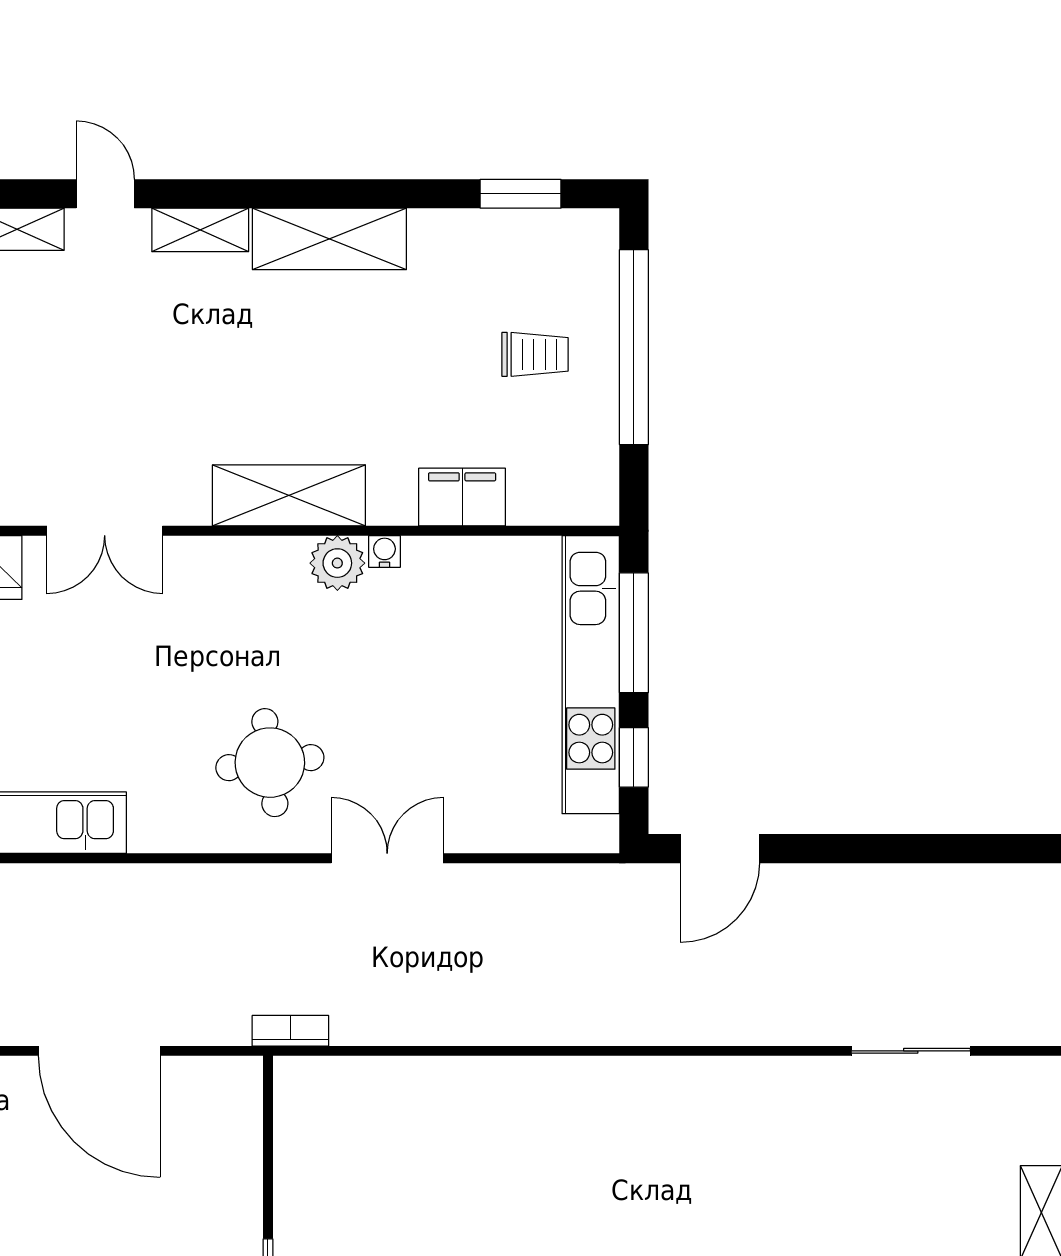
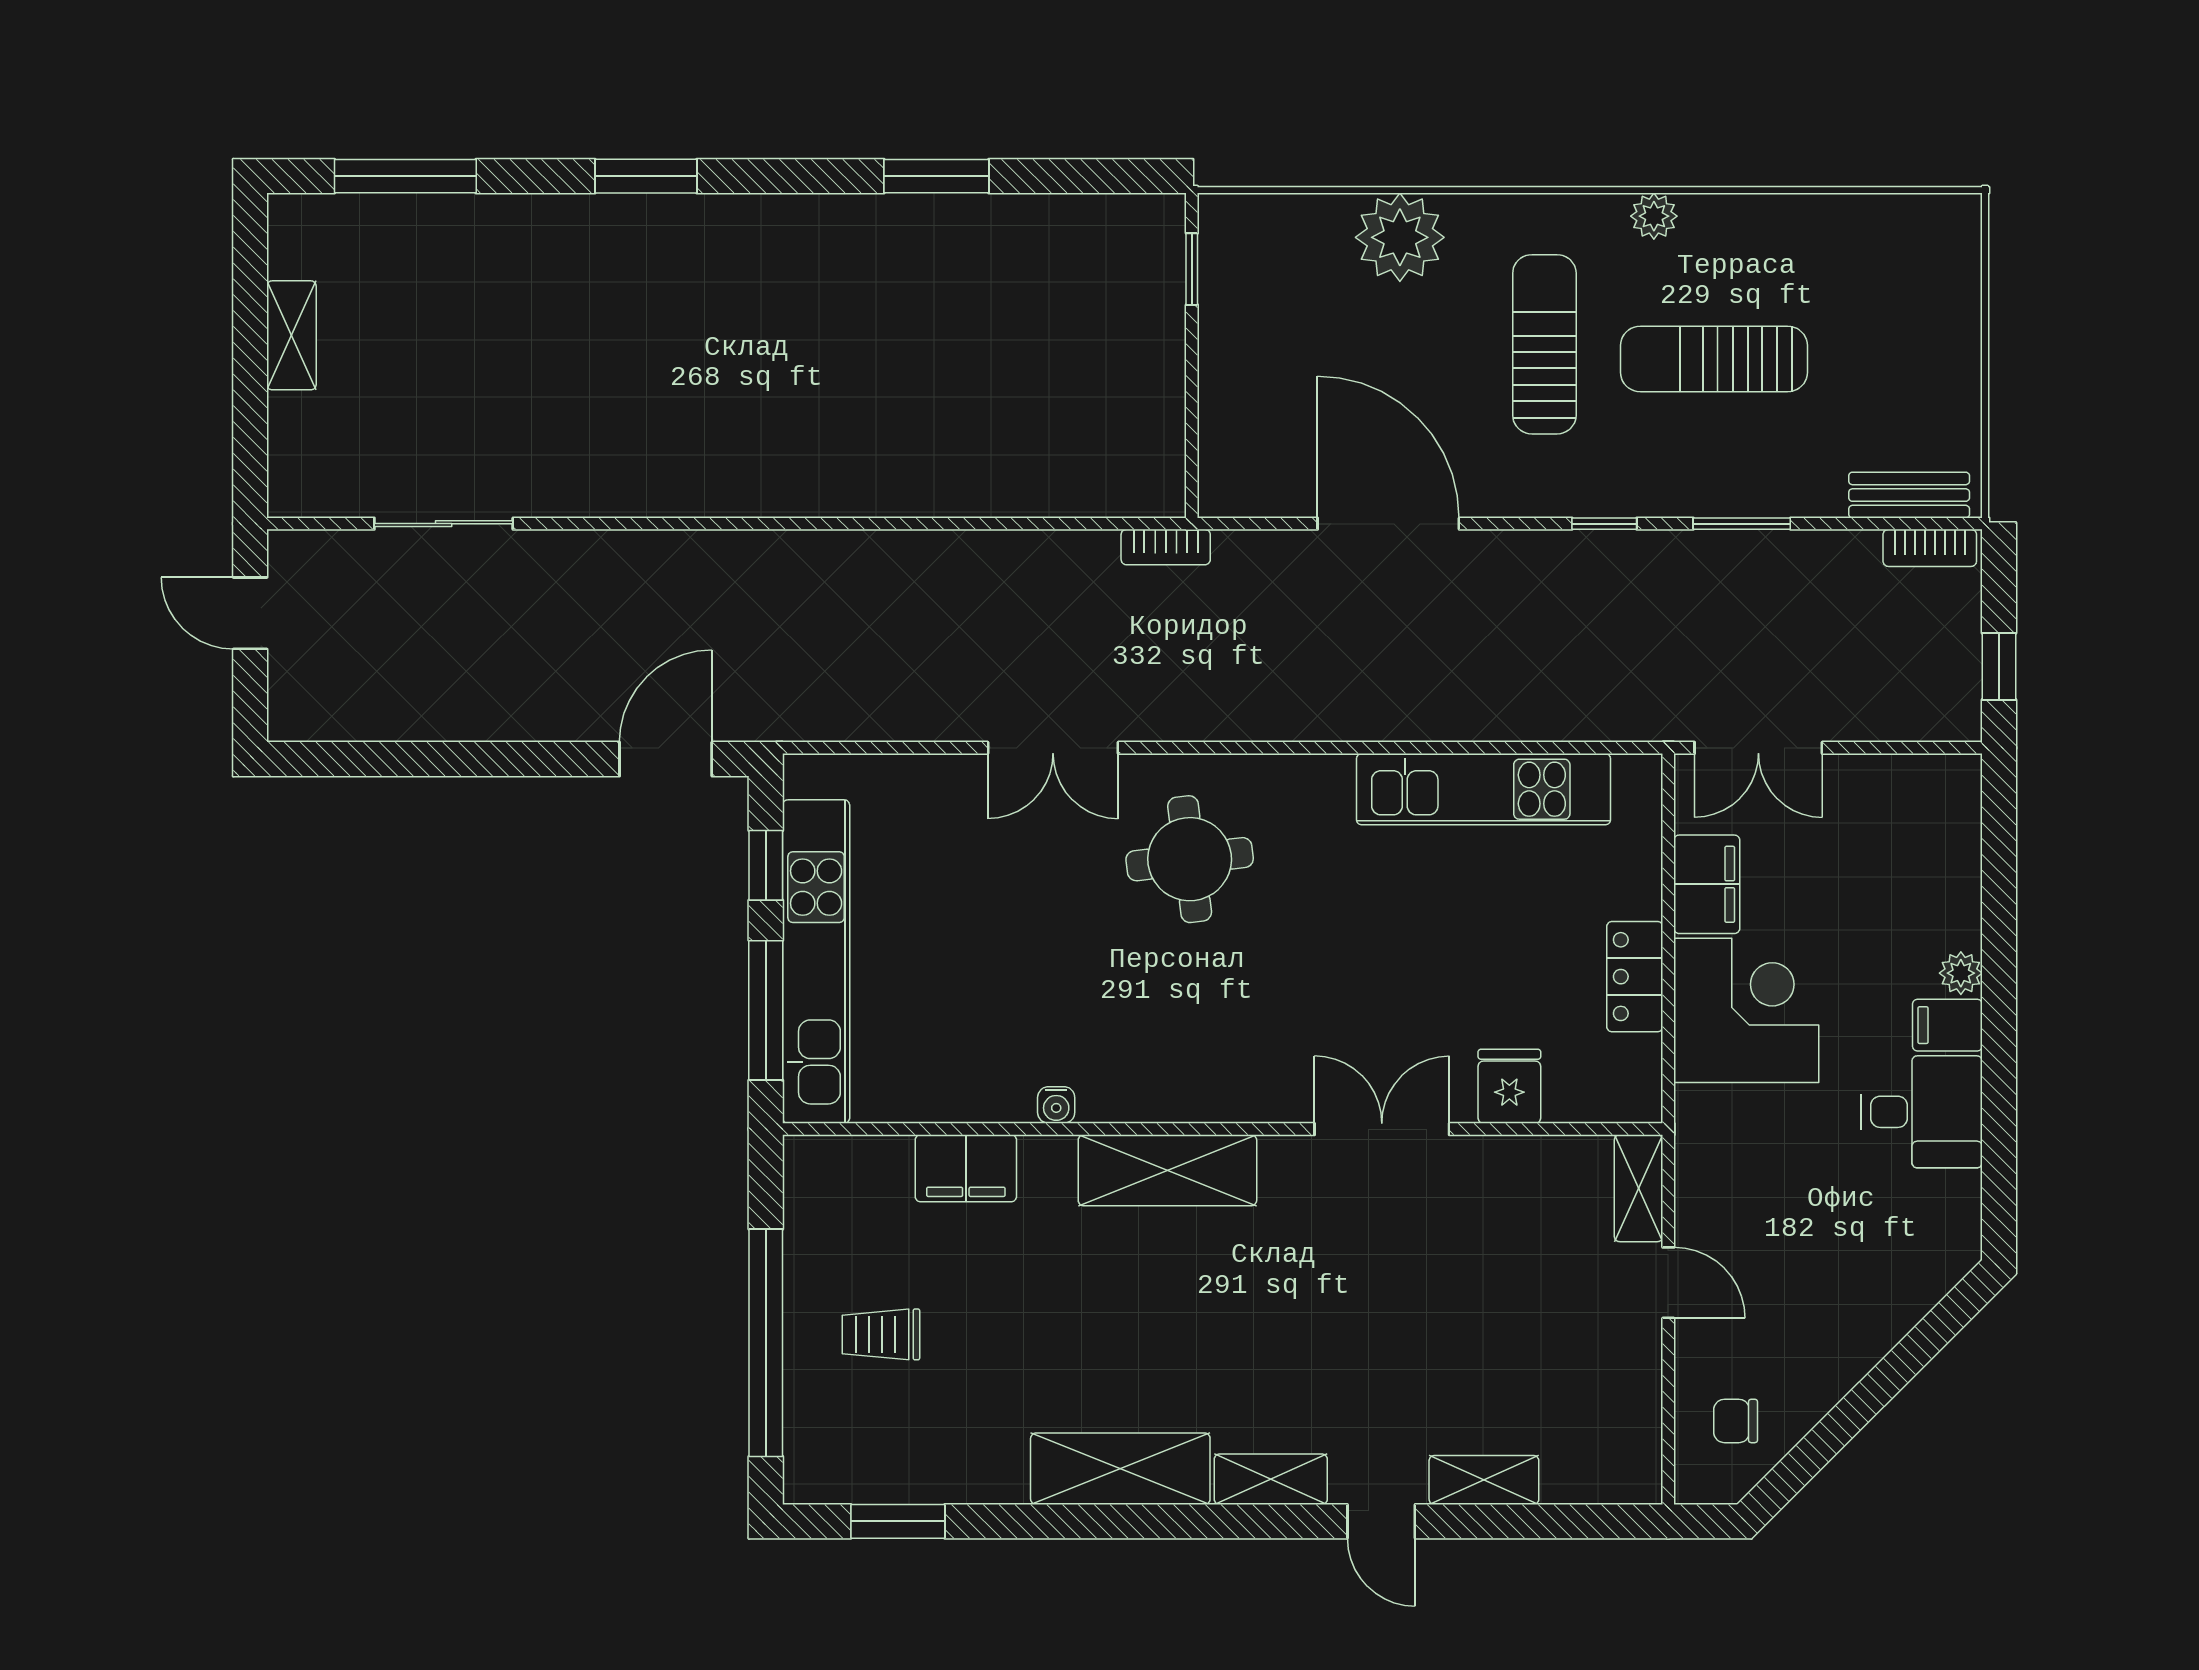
plant: (337, 563) -> (1111, 1091), removed

